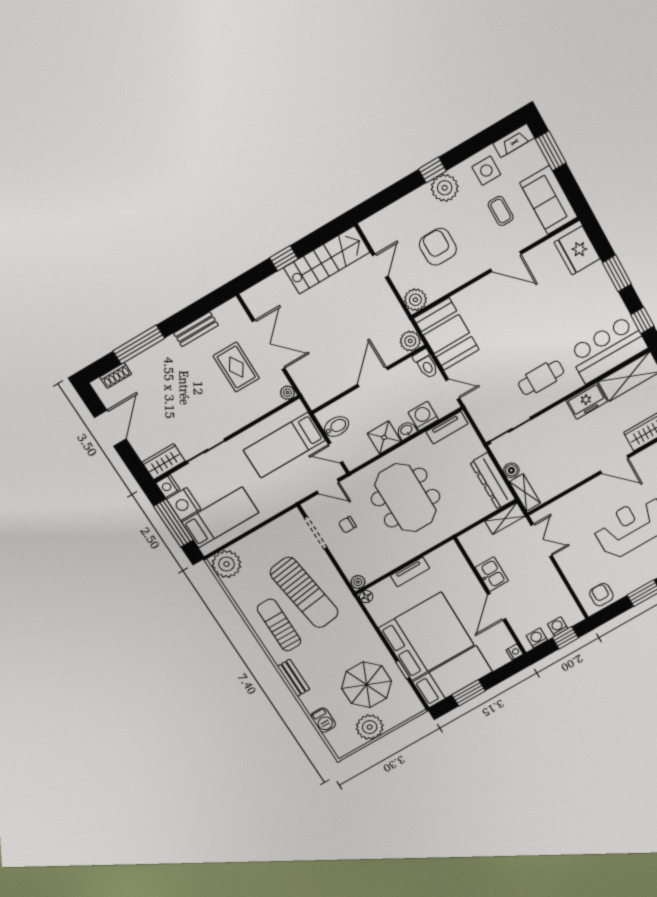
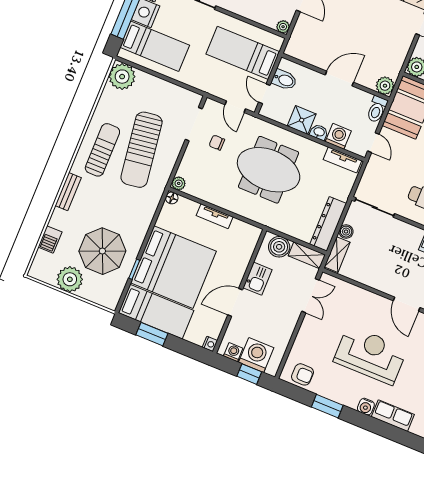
meeting table: (406, 498) -> (269, 170), turned 90
boiler: (479, 537) -> (279, 247), added
armchair: (601, 595) -> (302, 374), turned 90
washing machine: (558, 626) -> (256, 355), width x1.89, depth x1.89

